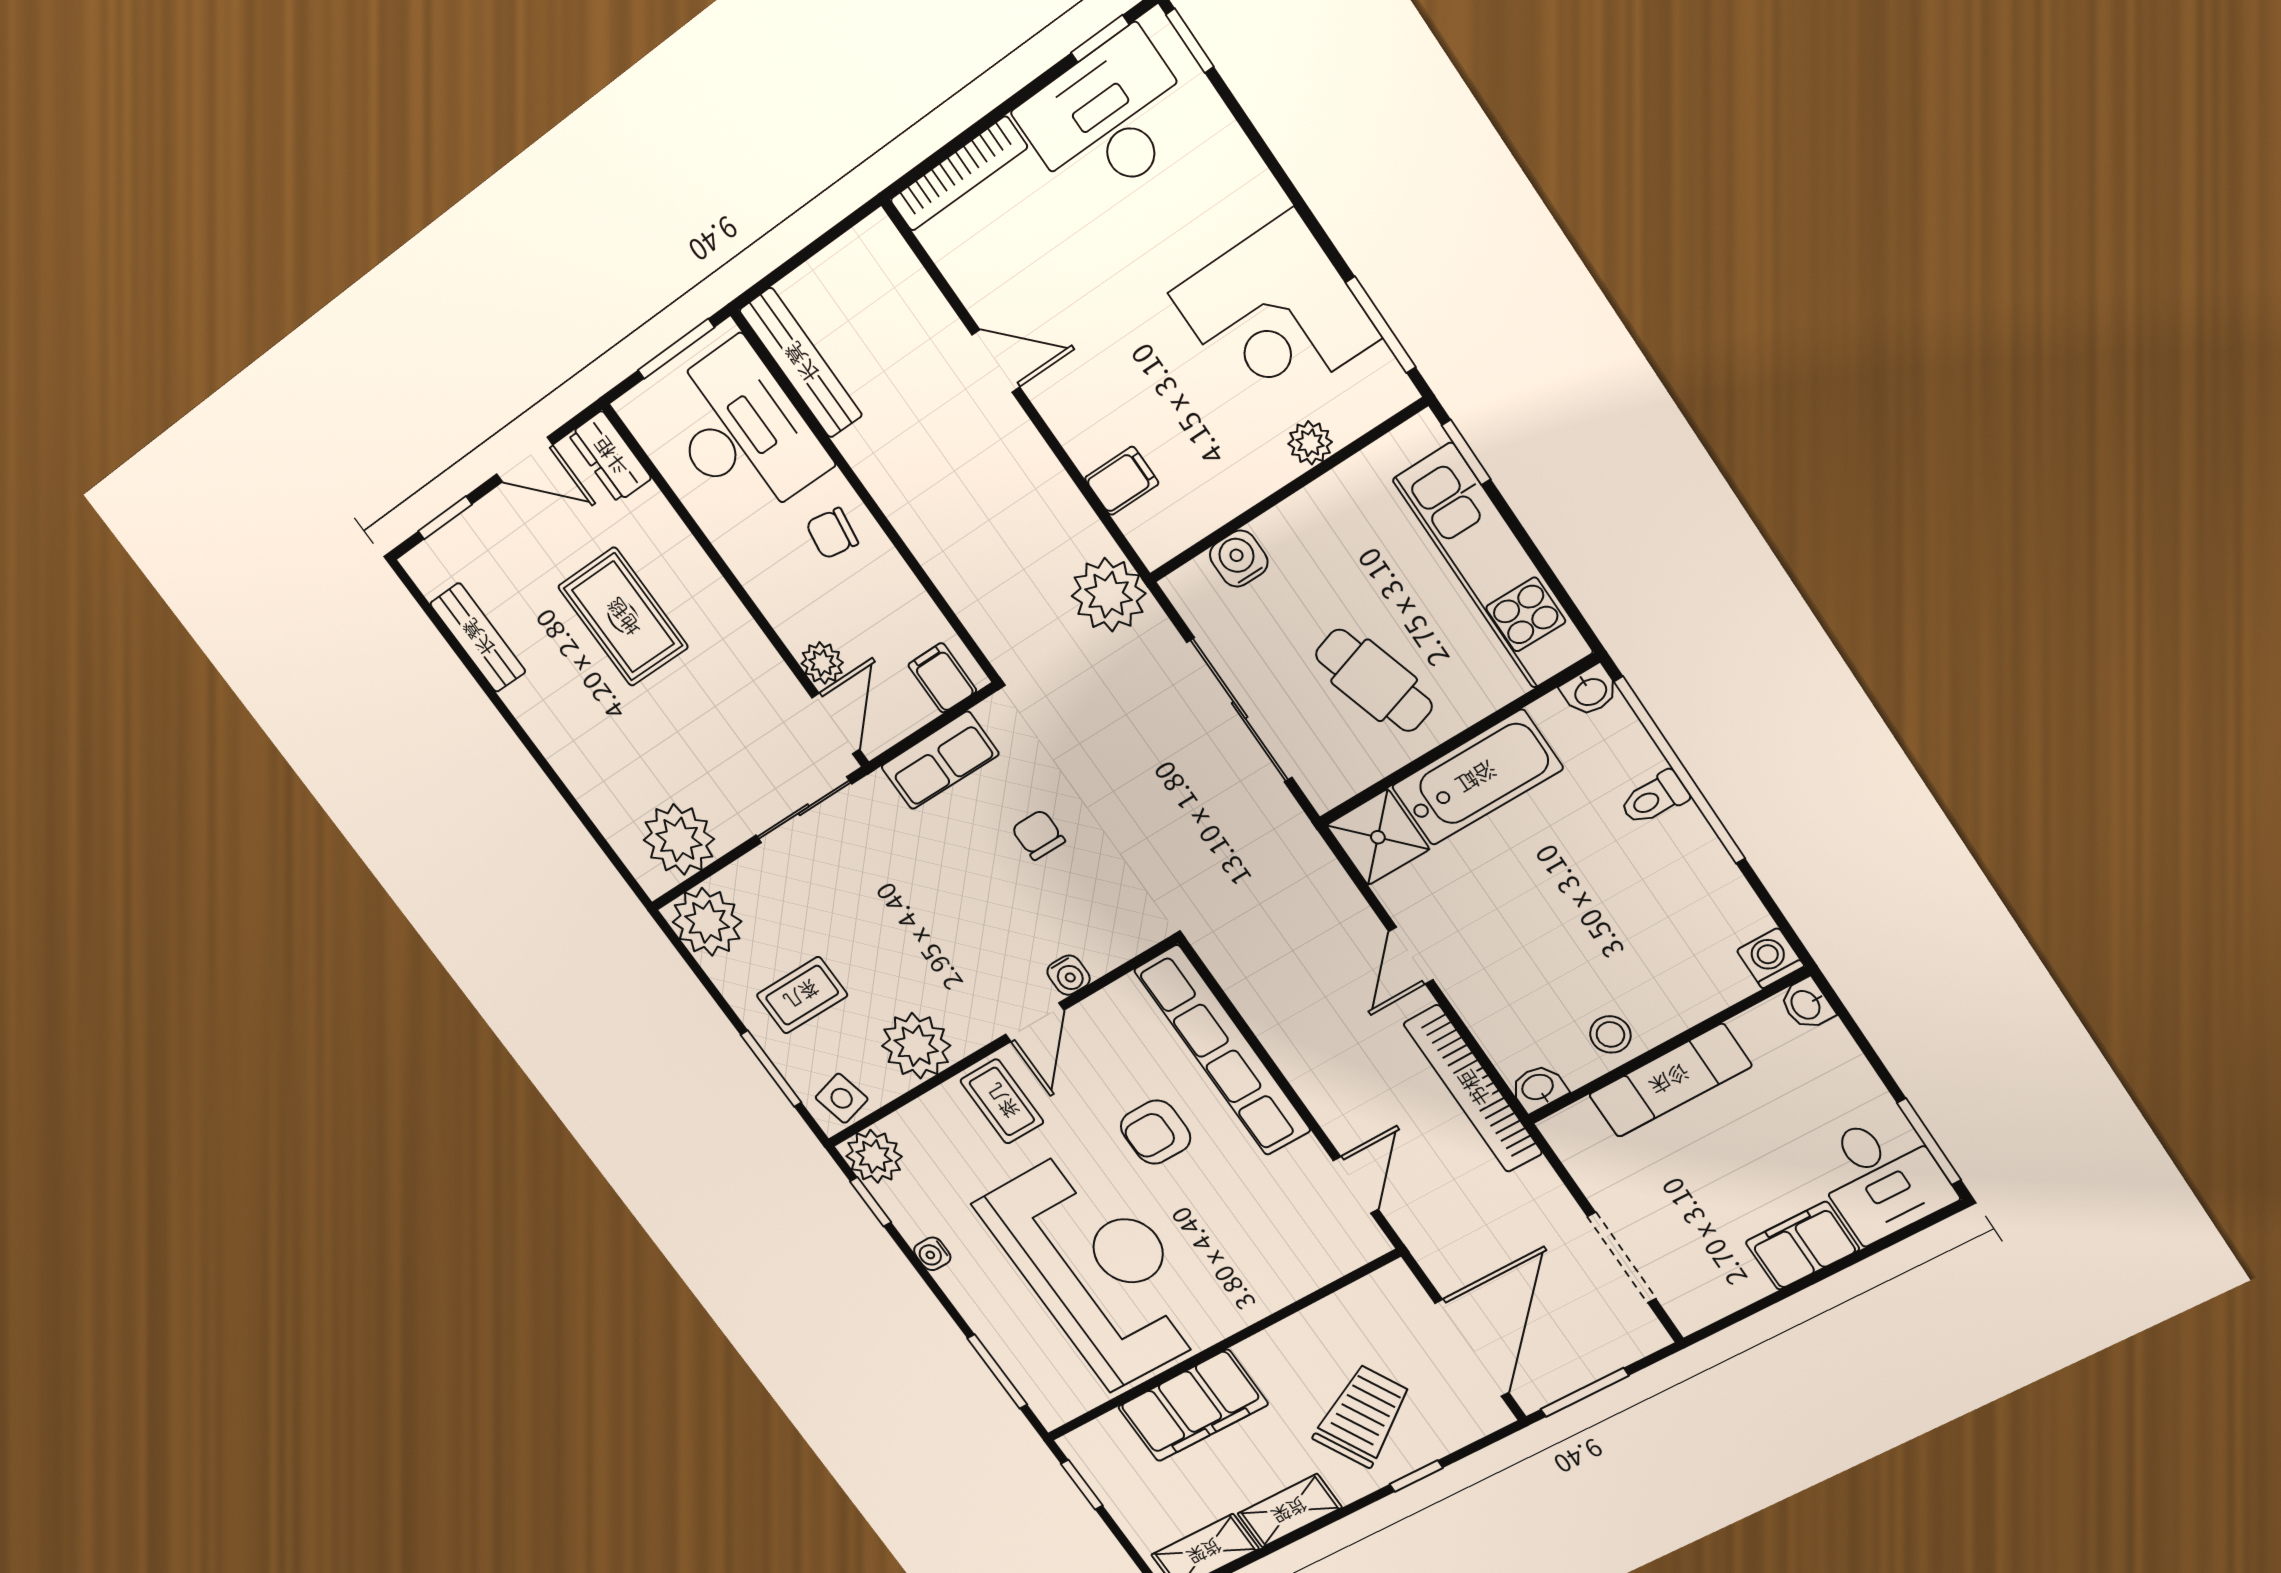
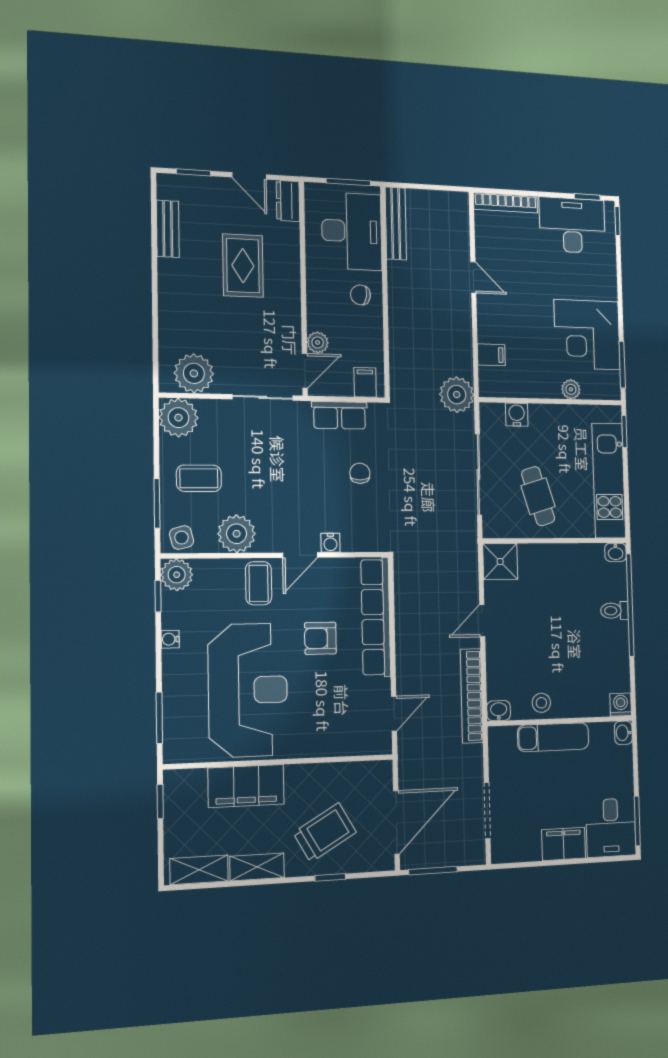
bathtub: (1477, 778) -> (554, 561), removed

